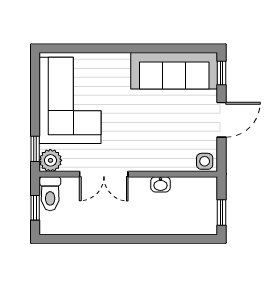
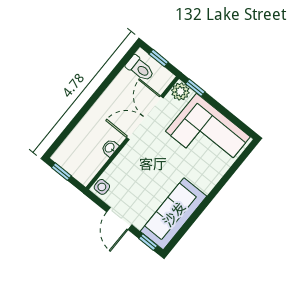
double door: (104, 174) -> (145, 118), width x1.37
toilet: (50, 194) -> (140, 68), moved, turned 180

